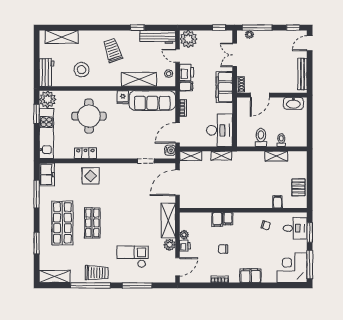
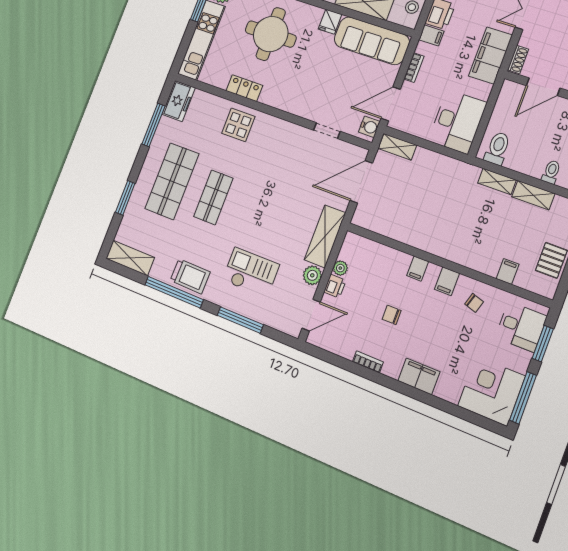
toilet: (261, 137) -> (497, 148), moved
shelving: (221, 156) -> (497, 182), moved
filing cabinet: (217, 219) -> (447, 281), moved

